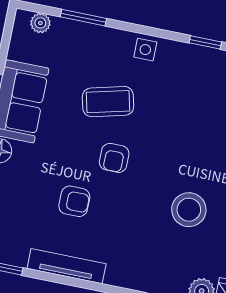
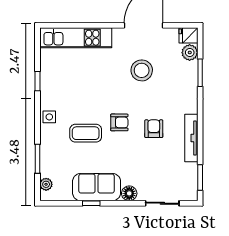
coffee table: (108, 102) -> (86, 133), turned -76
armchair: (74, 201) -> (154, 129), moved

